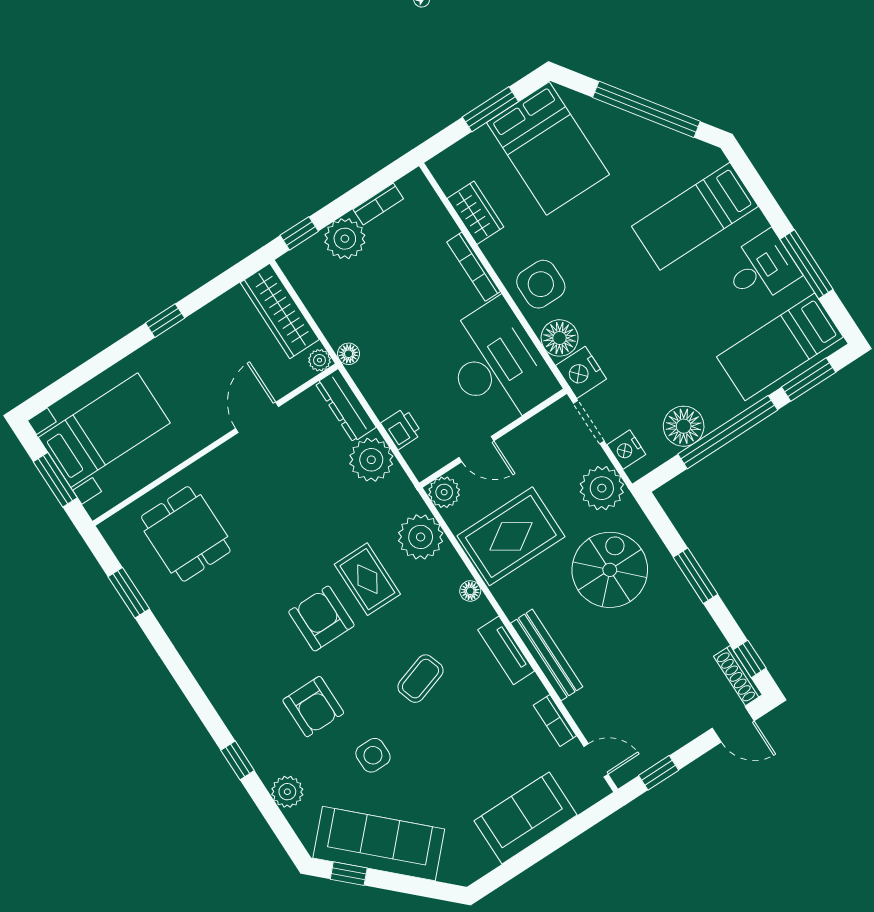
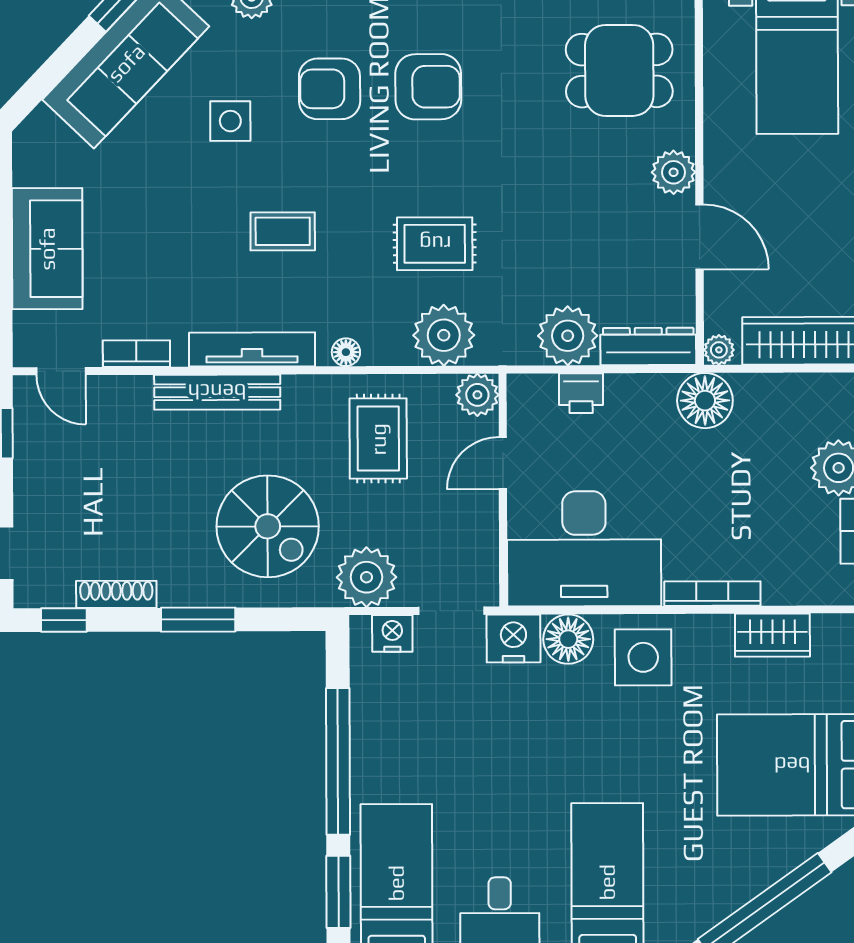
floor lamp: (349, 354) -> (705, 401), width x1.89, depth x1.89
floor lamp: (684, 426) -> (377, 716), removed
plant: (227, 459) -> (674, 172), added
rug: (511, 536) -> (378, 439), width x0.73, depth x0.70
armchair: (321, 619) -> (428, 87), moved
tv unit: (506, 650) -> (252, 349), width x1.41
shoe rack: (738, 676) -> (116, 594), moved
coffee table: (420, 679) -> (283, 231), turned -72
door: (596, 760) -> (61, 371), hinge flipped

